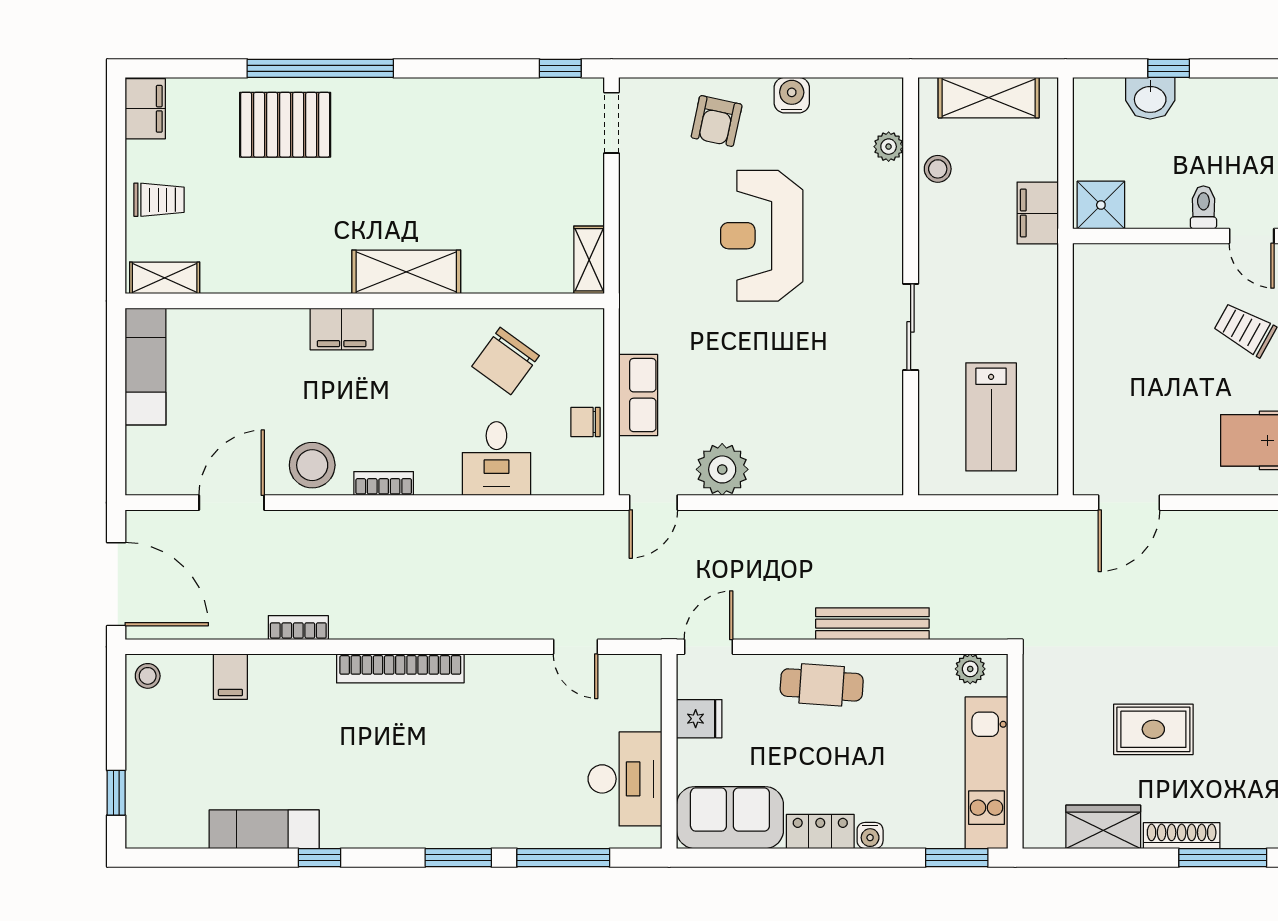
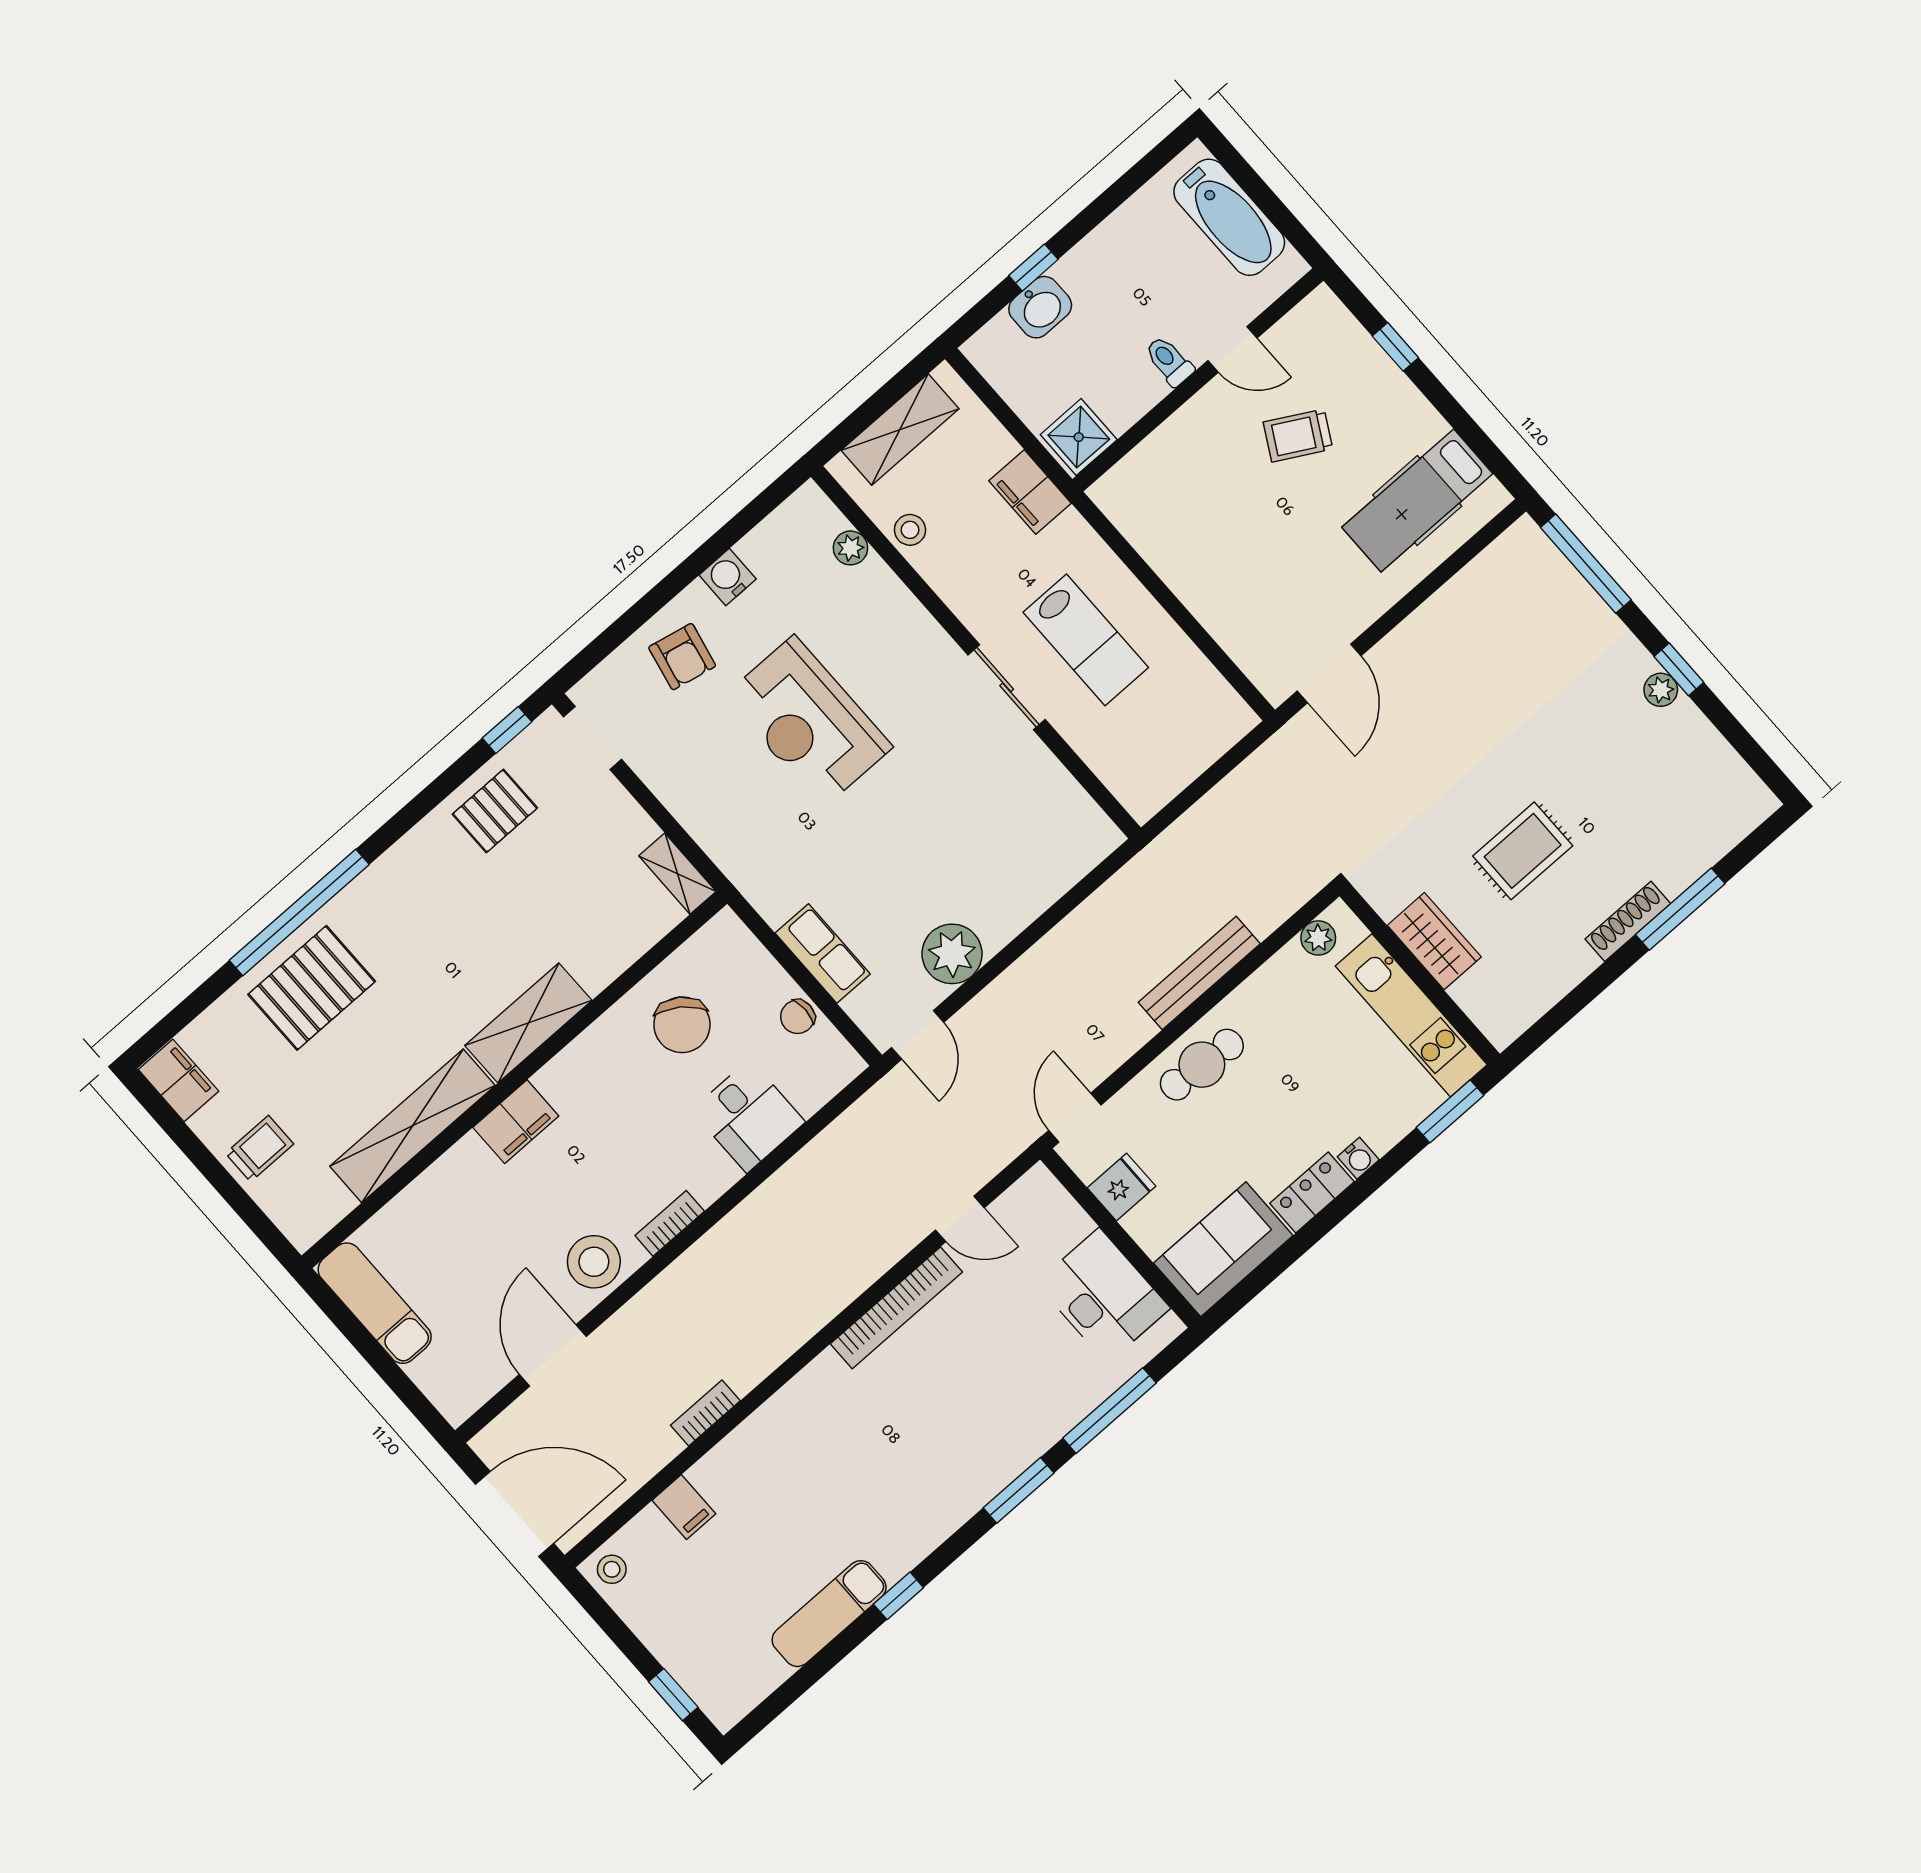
pallet: (506, 114) -> (495, 811), added
shelving: (165, 278) -> (412, 1126), moved, width x2.20, depth x1.33
lab bench: (991, 417) -> (1086, 640), moved
bookcase: (400, 668) -> (896, 1308), moved
wardrobe: (1103, 827) -> (1434, 941), moved, turned 90

